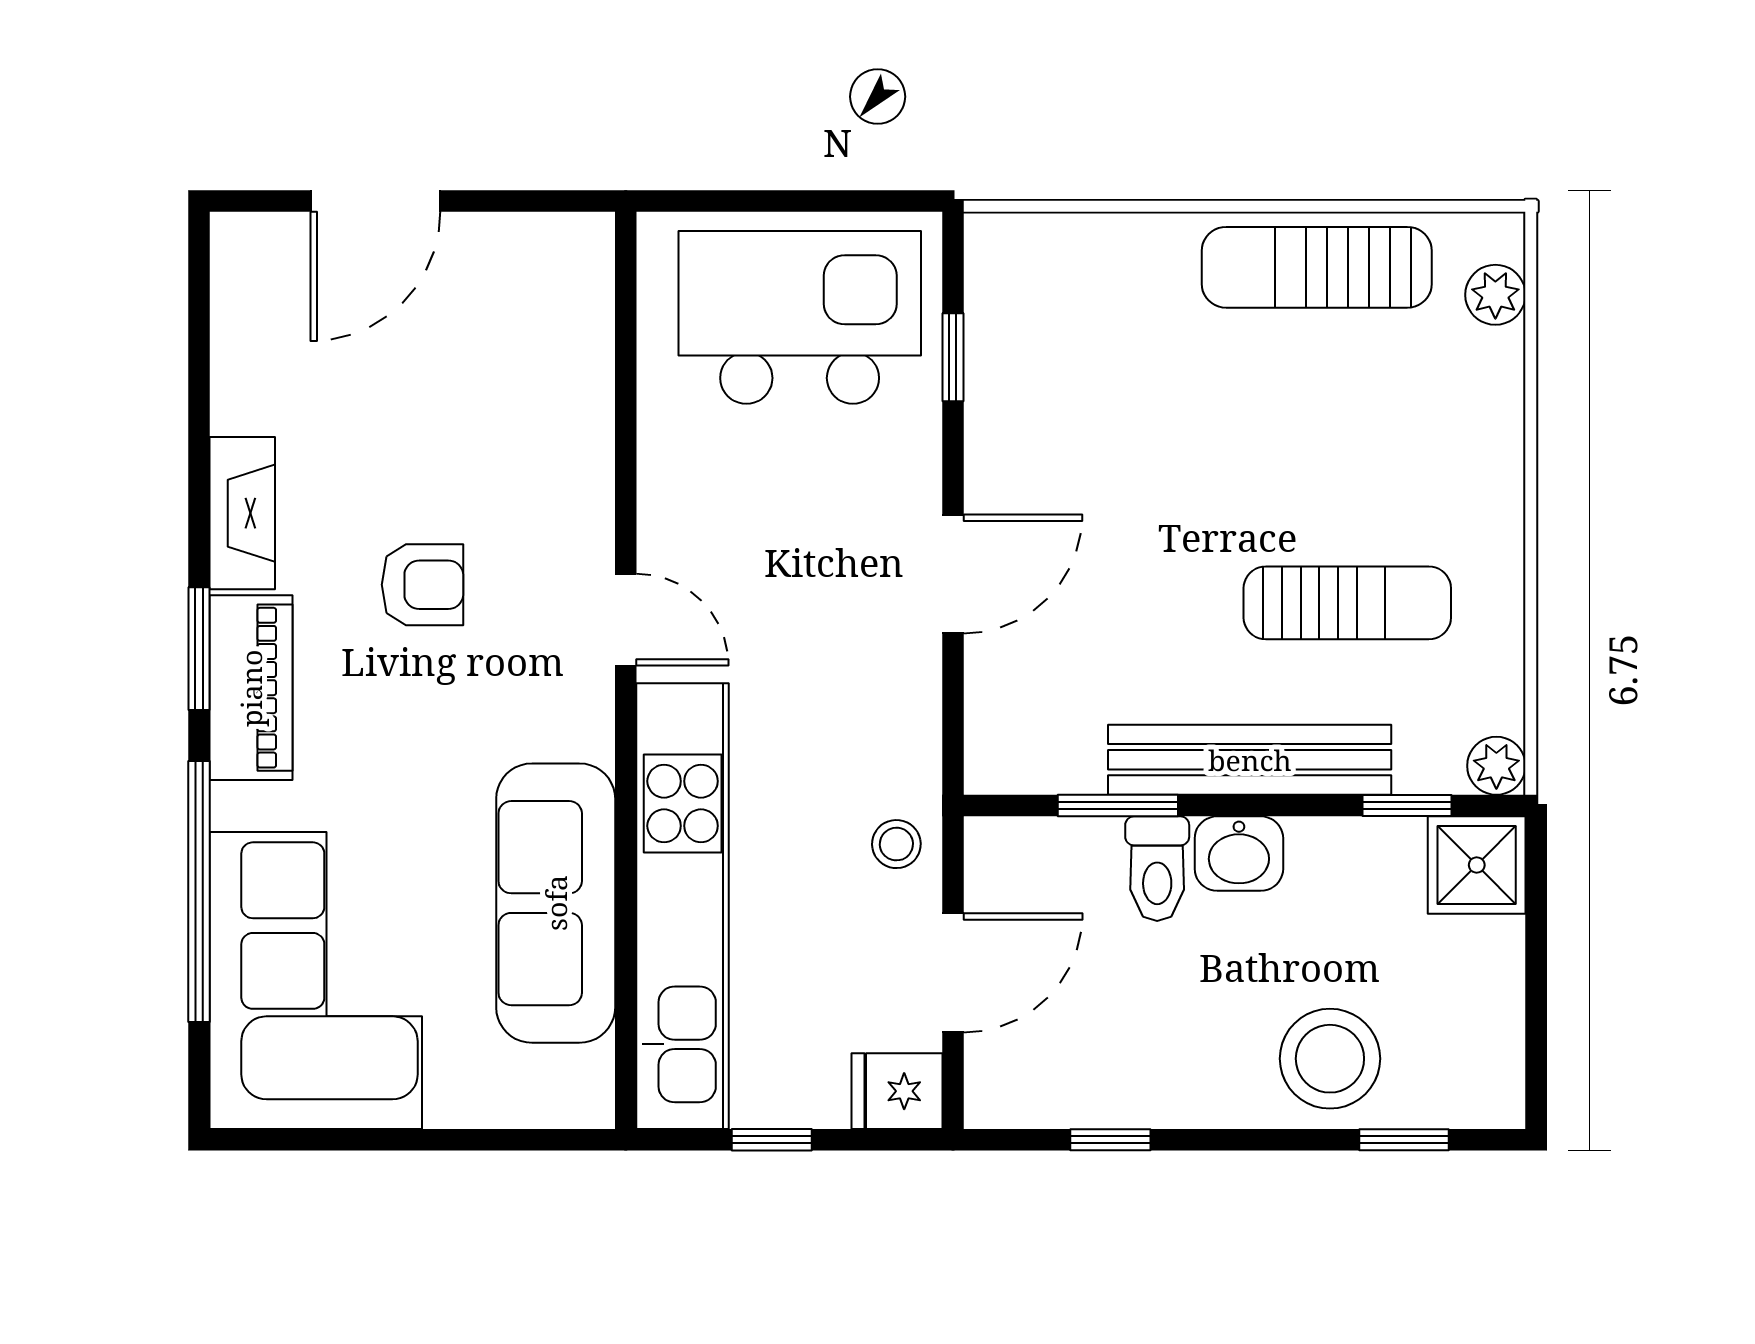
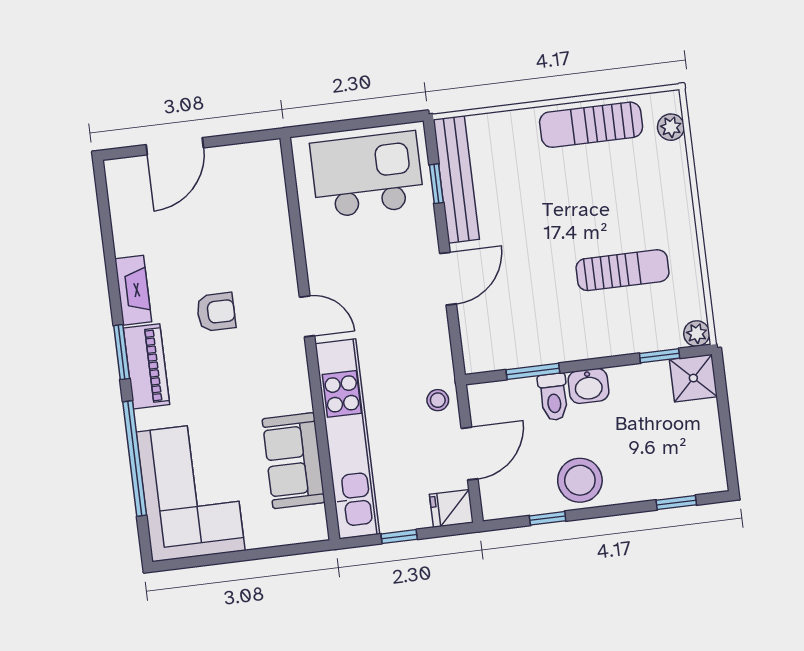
bench: (1250, 760) -> (456, 179), moved, turned 90
sofa: (556, 903) -> (294, 461), width x0.73
stool: (1330, 1059) -> (580, 480), moved

